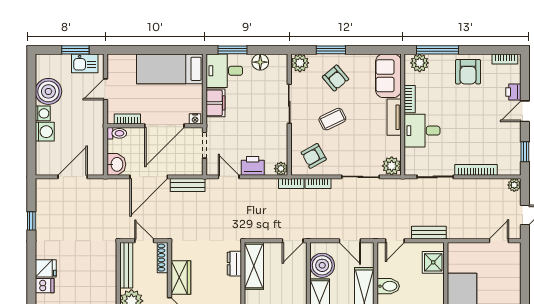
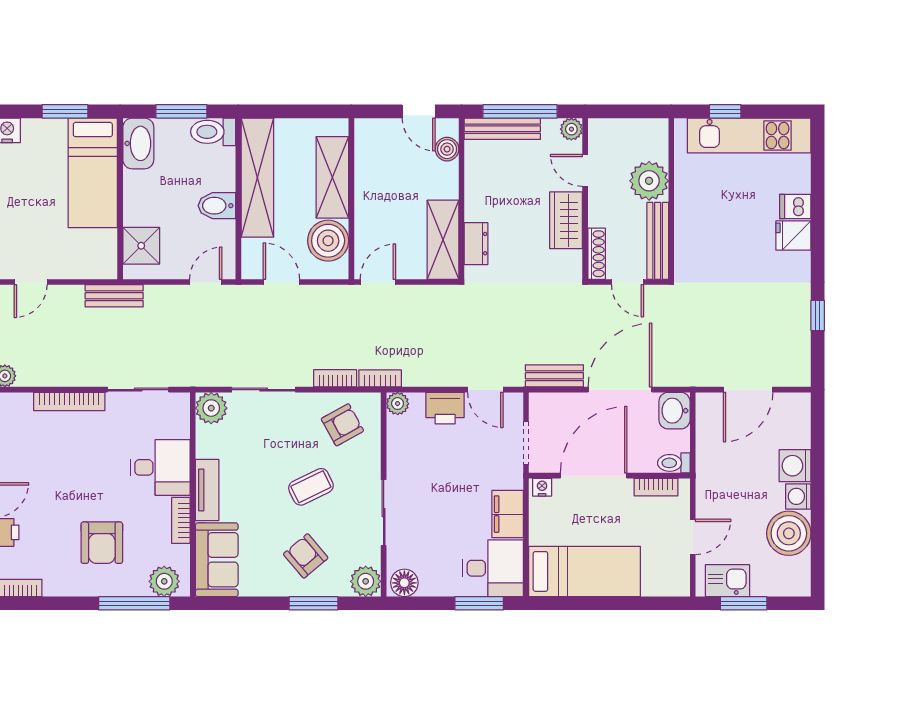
floor lamp: (260, 62) -> (404, 583), moved
armchair: (468, 72) -> (102, 543), moved, turned 180
bench: (429, 233) -> (114, 296), moved

